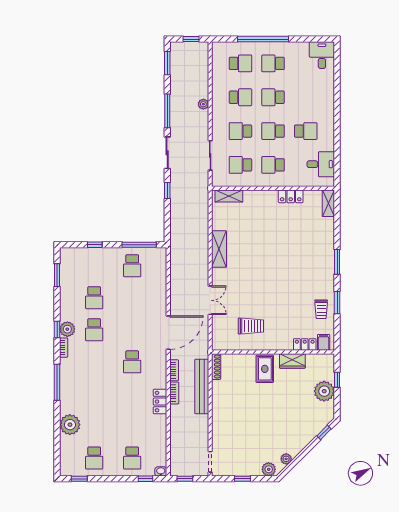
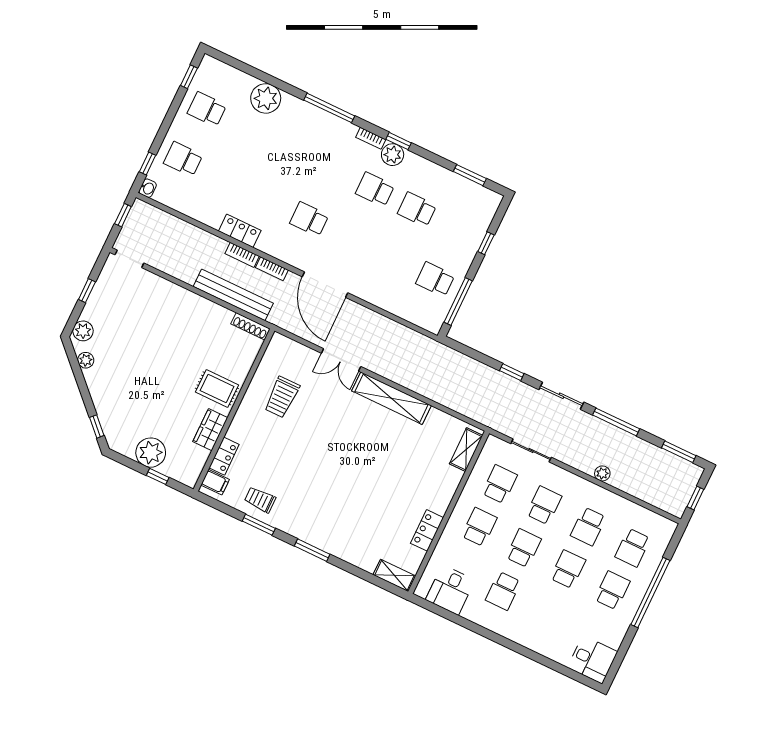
shelving: (219, 249) -> (391, 398), width x1.47

